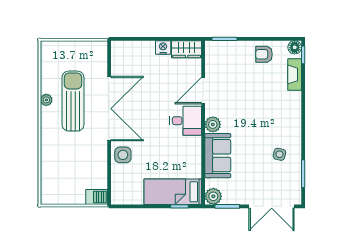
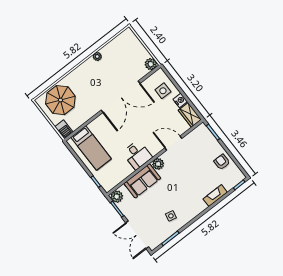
floor lamp: (295, 47) -> (240, 177), removed
plant: (99, 49) -> (151, 64), added
fireplace: (295, 74) -> (215, 196), moved
sun lounger: (73, 101) -> (109, 72), removed
desk: (186, 121) -> (137, 155), moved
side table: (123, 155) -> (163, 91), moved
parasol: (62, 176) -> (60, 100), added
bed: (173, 192) -> (91, 148), moved, turned 180

